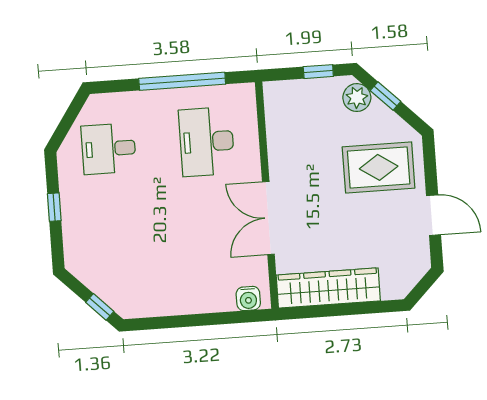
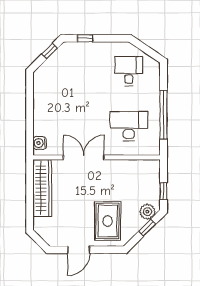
window: (54, 207) -> (85, 38), moved
window: (100, 307) -> (50, 51), moved

